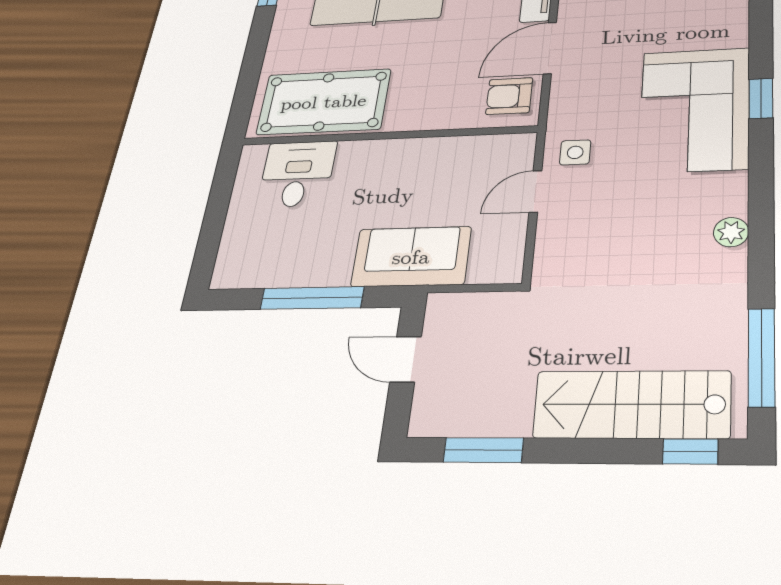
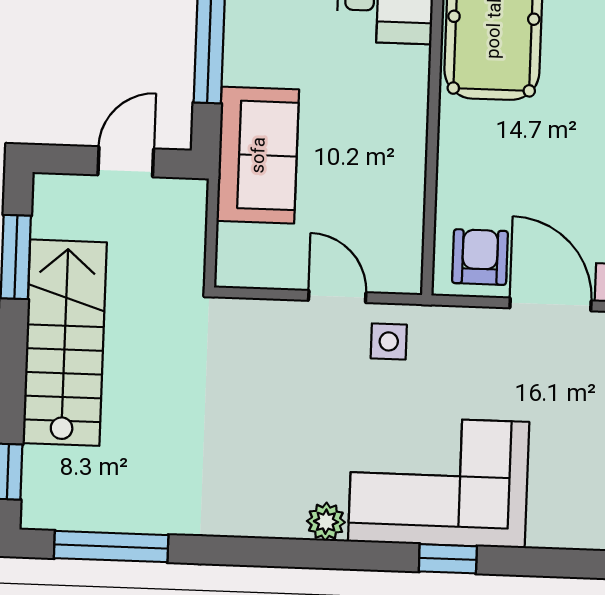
plant: (731, 232) -> (326, 522), moved
stairs: (632, 404) -> (65, 343), moved

